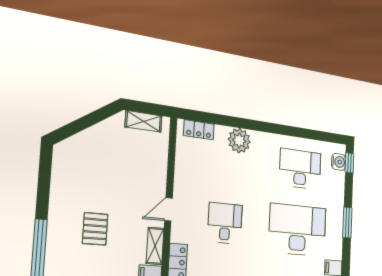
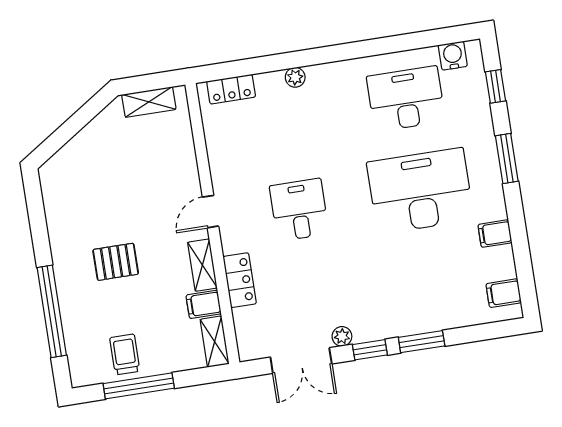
plant: (239, 141) -> (295, 77), width x0.53, depth x0.53
water cooler: (339, 162) -> (453, 56), moved, turned -90
window: (349, 163) -> (496, 86), moved
pallet: (95, 229) -> (116, 262), turned 90

